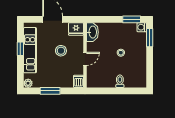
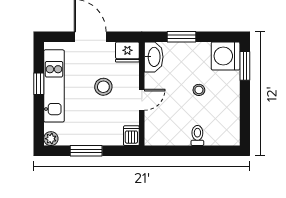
window: (132, 19) -> (181, 37), moved
washing machine: (142, 27) -> (226, 56), width x1.89, depth x1.89

